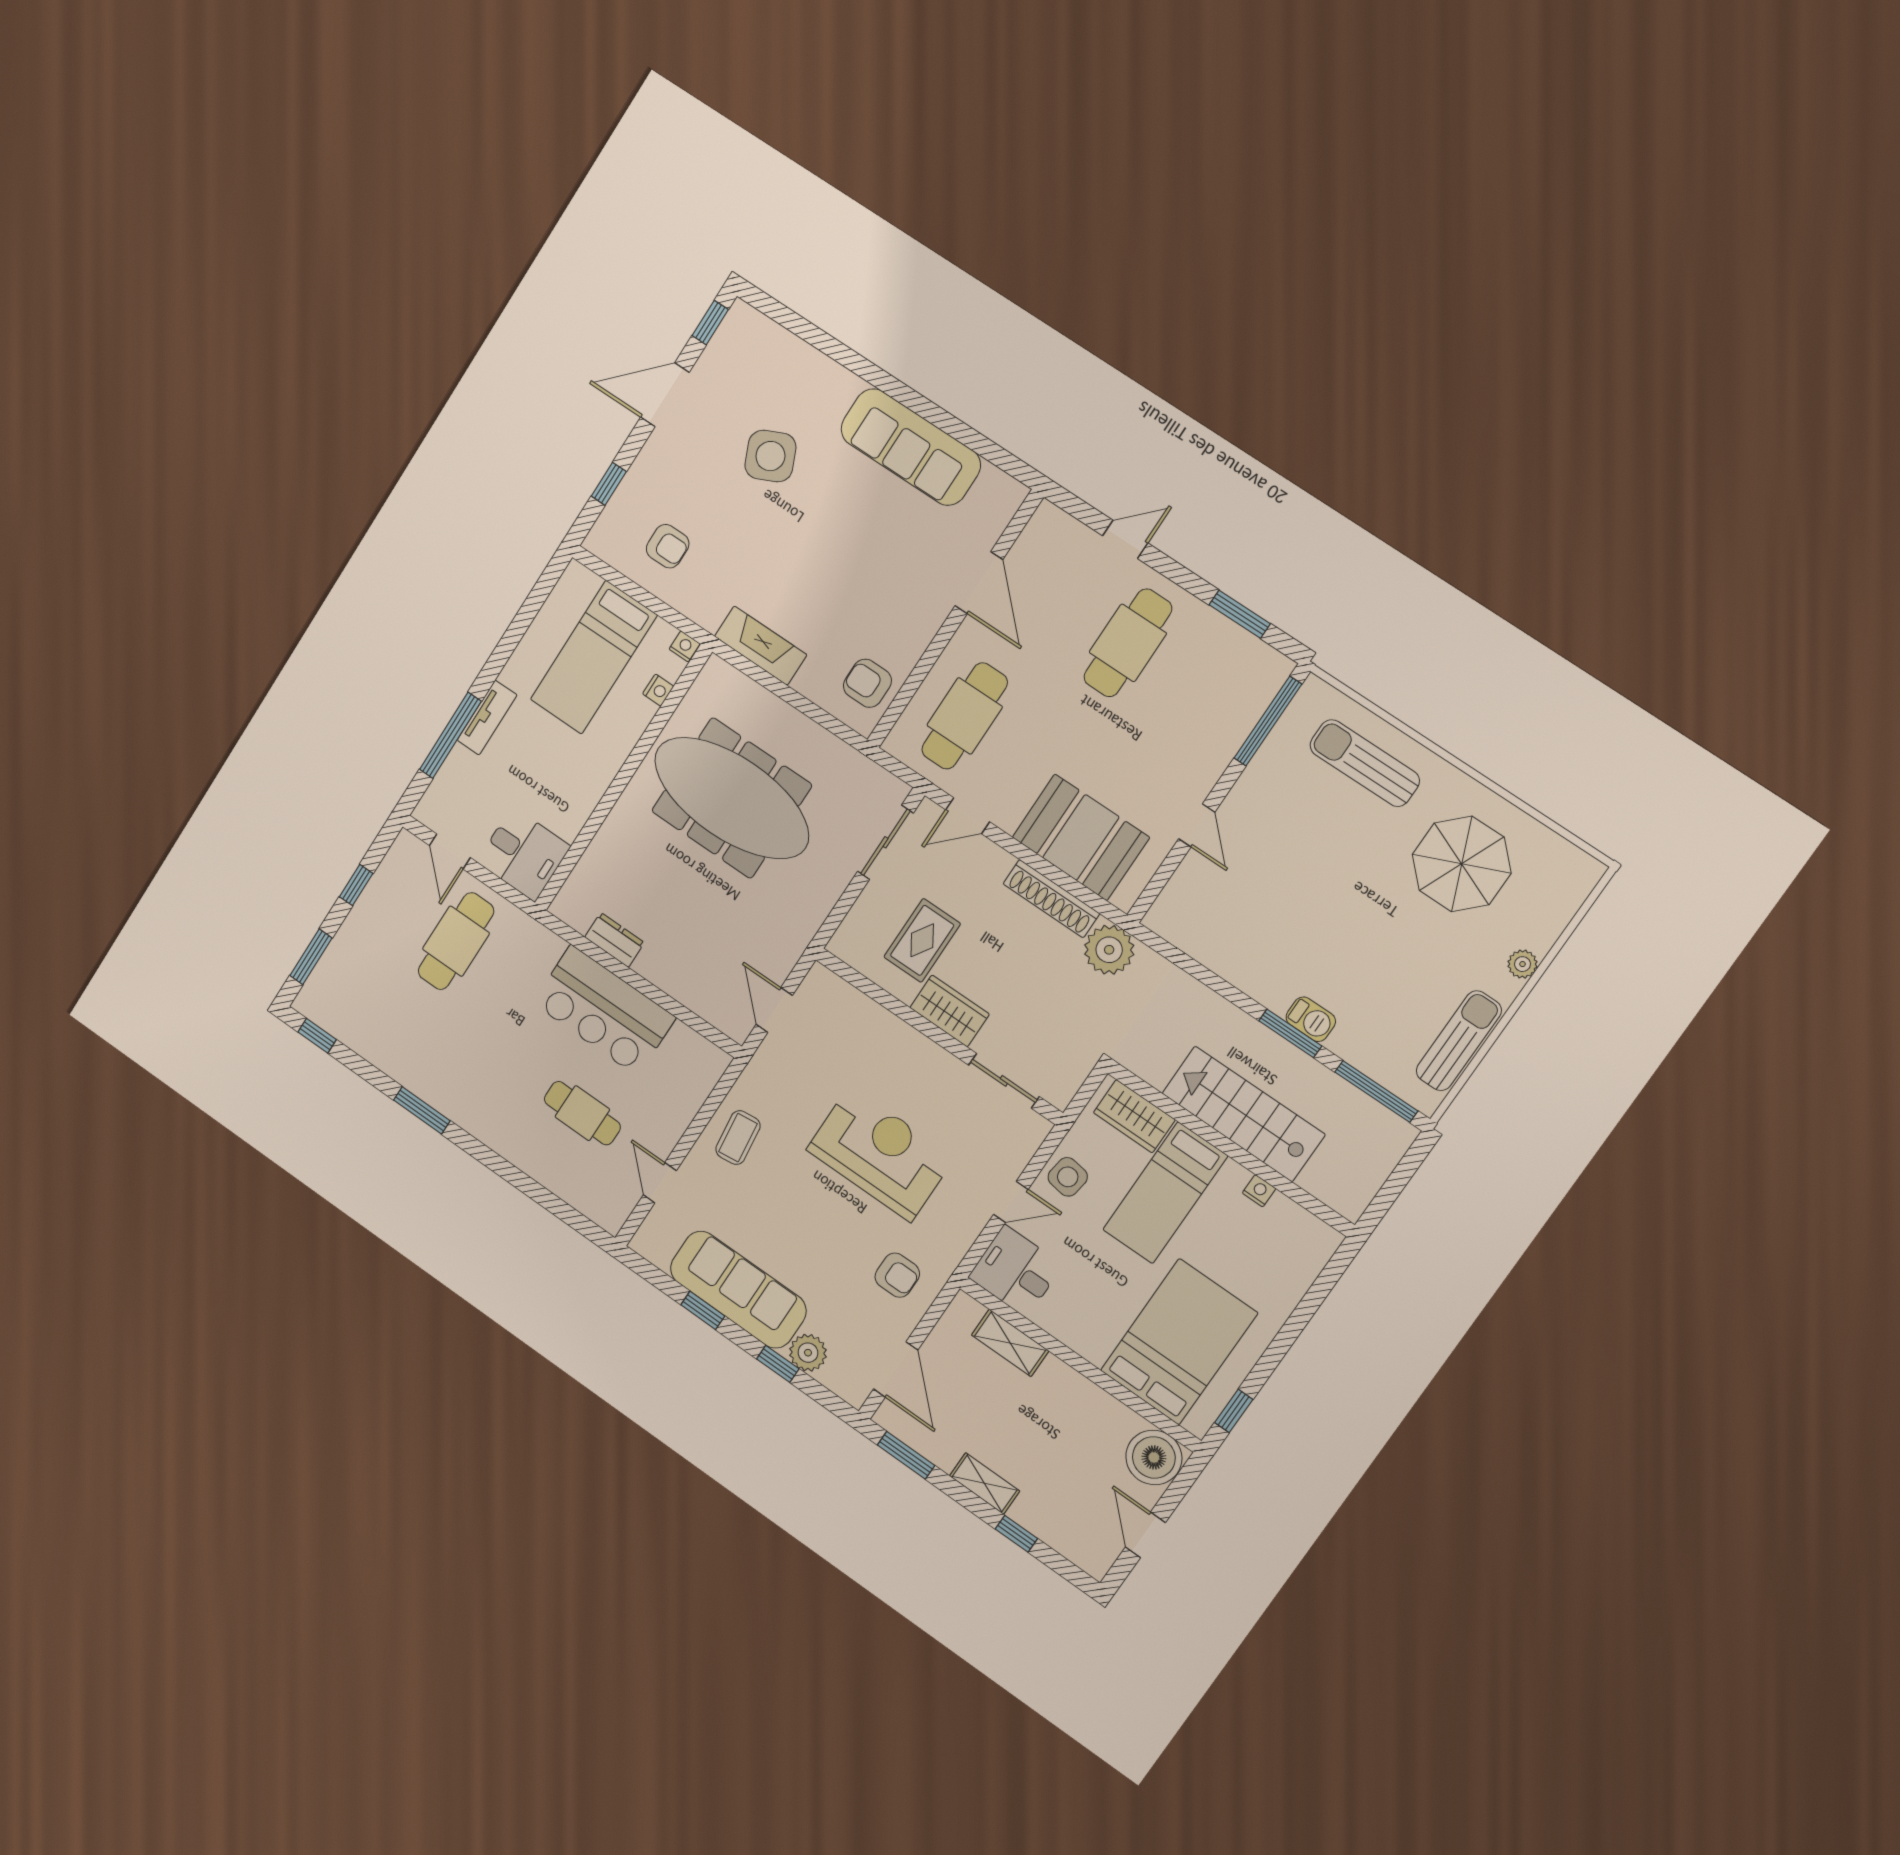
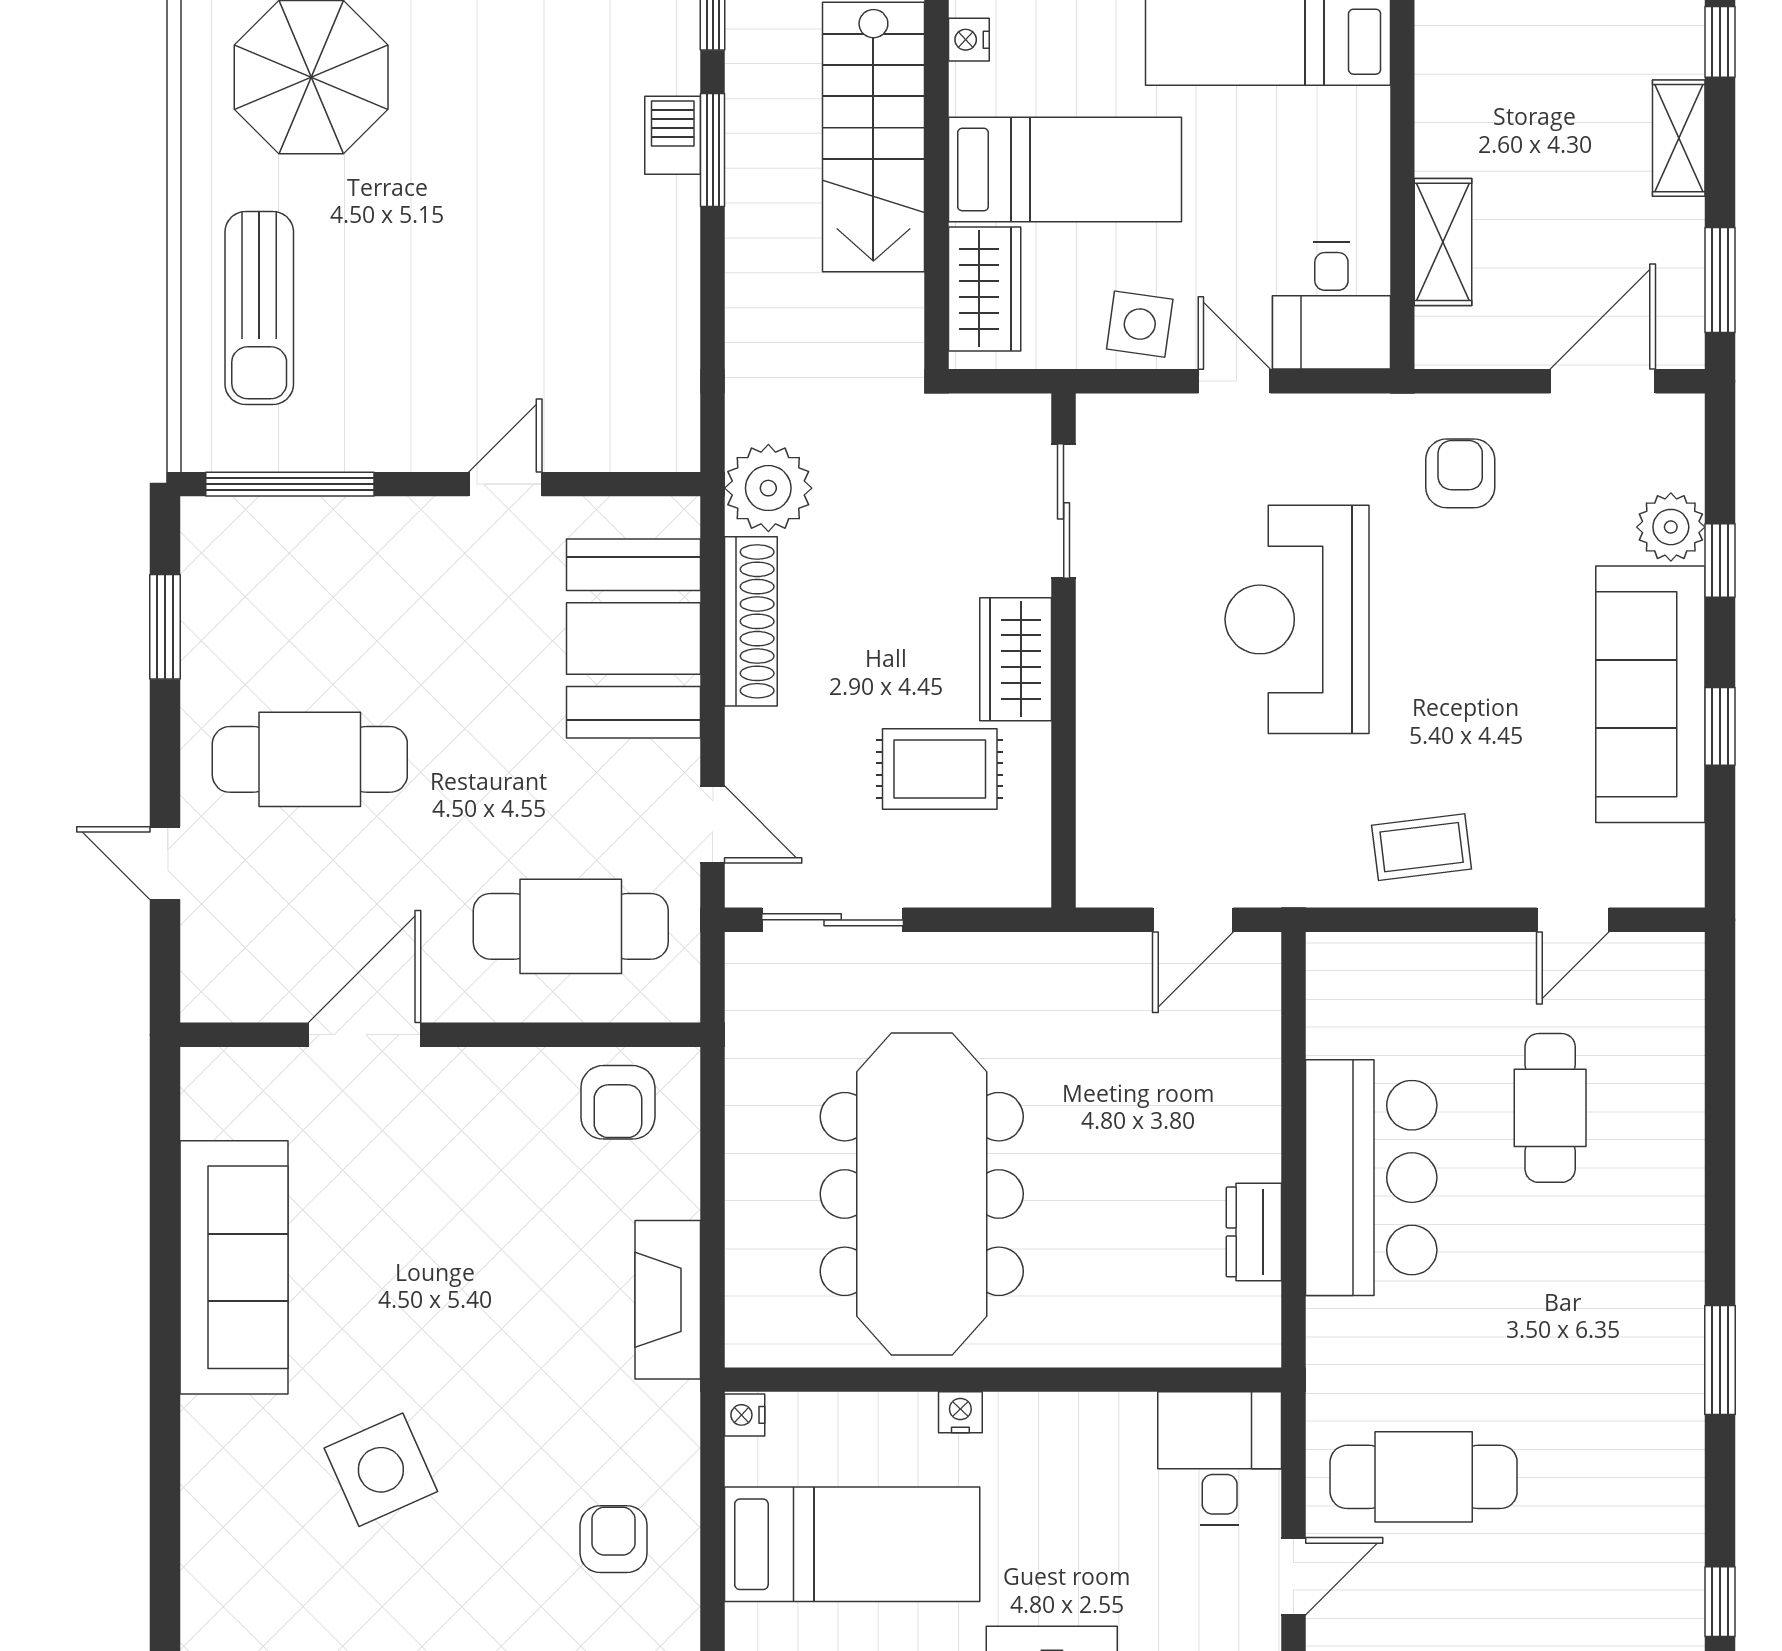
nightstand: (658, 690) -> (960, 1412), moved

